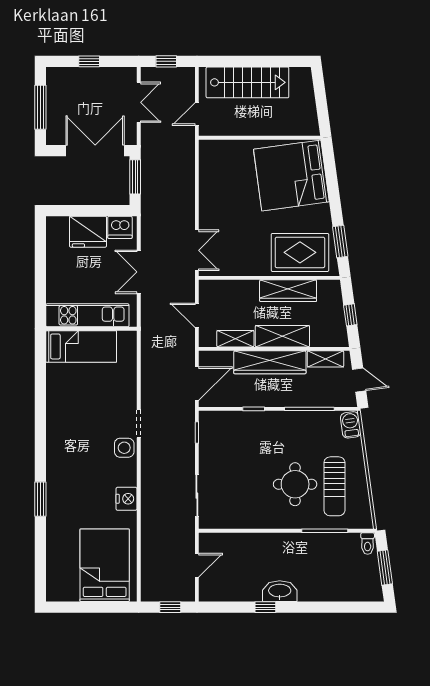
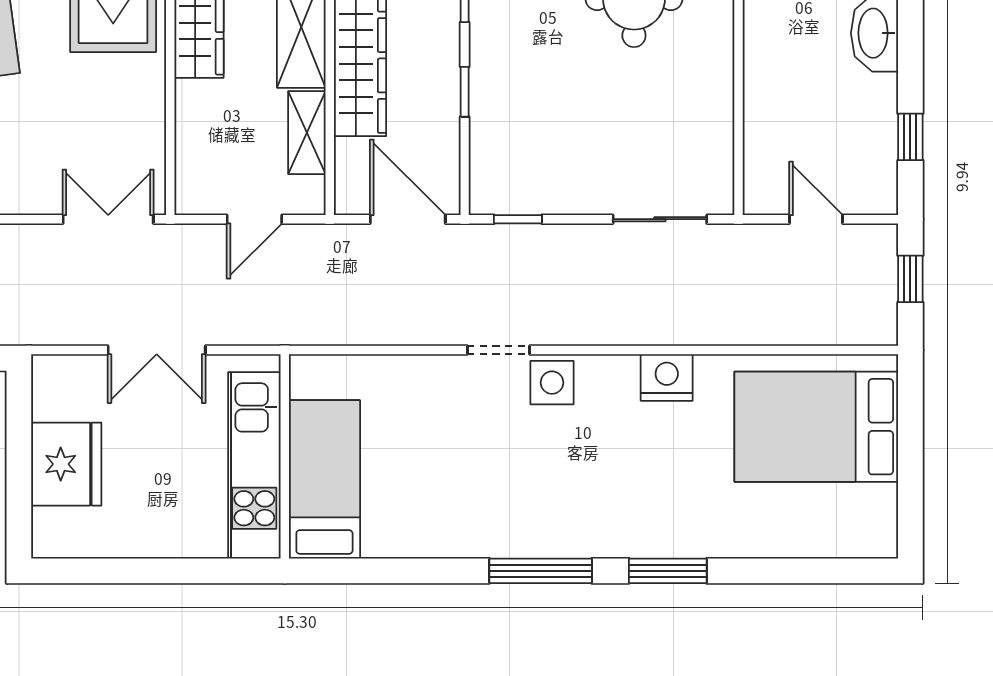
dishwasher: (120, 227) -> (57, 392), removed
window: (40, 443) -> (541, 571), added
window: (265, 607) -> (910, 137), moved

